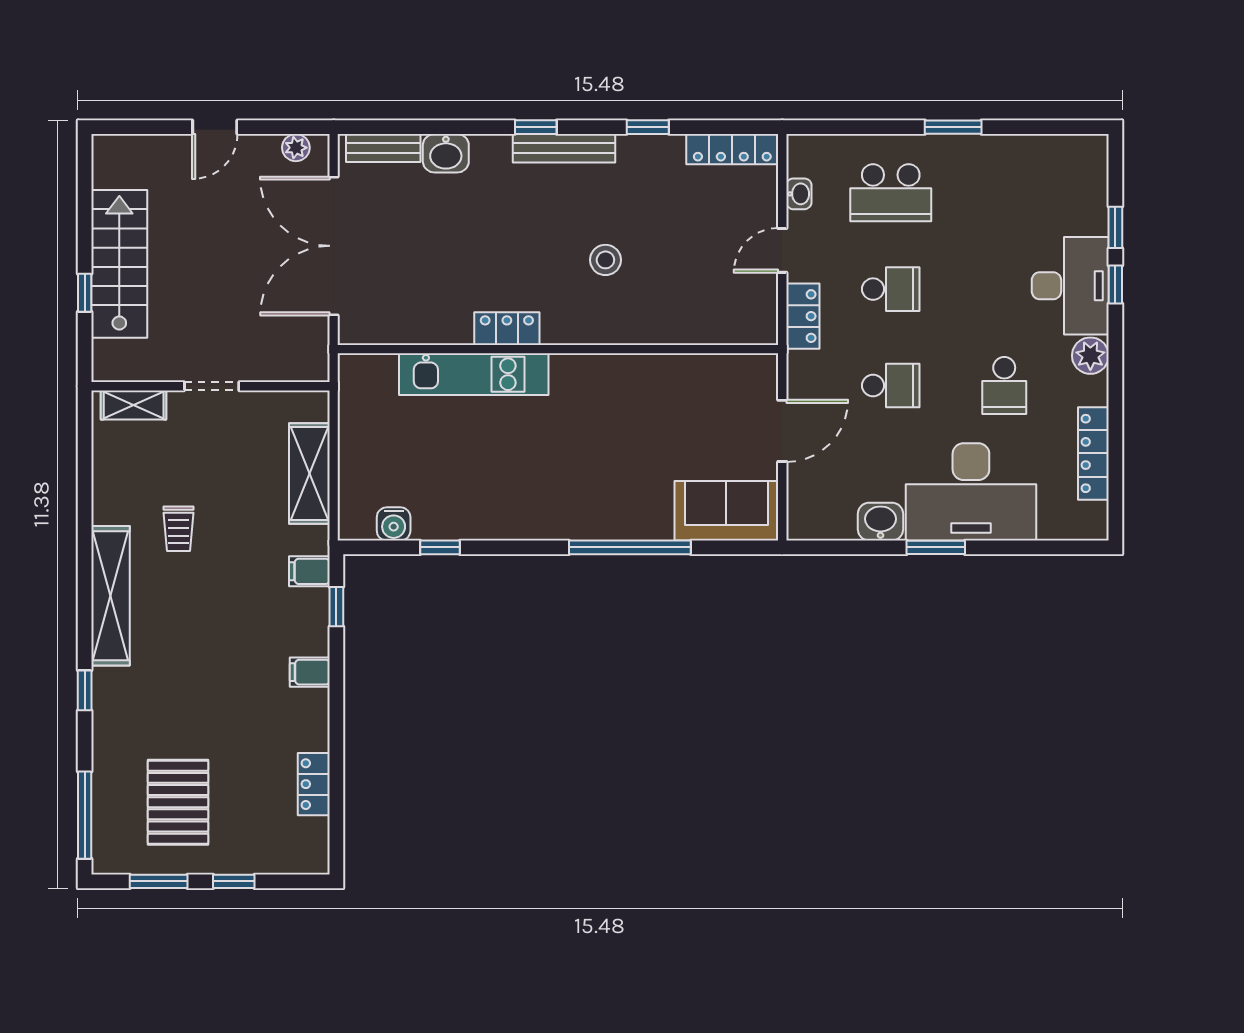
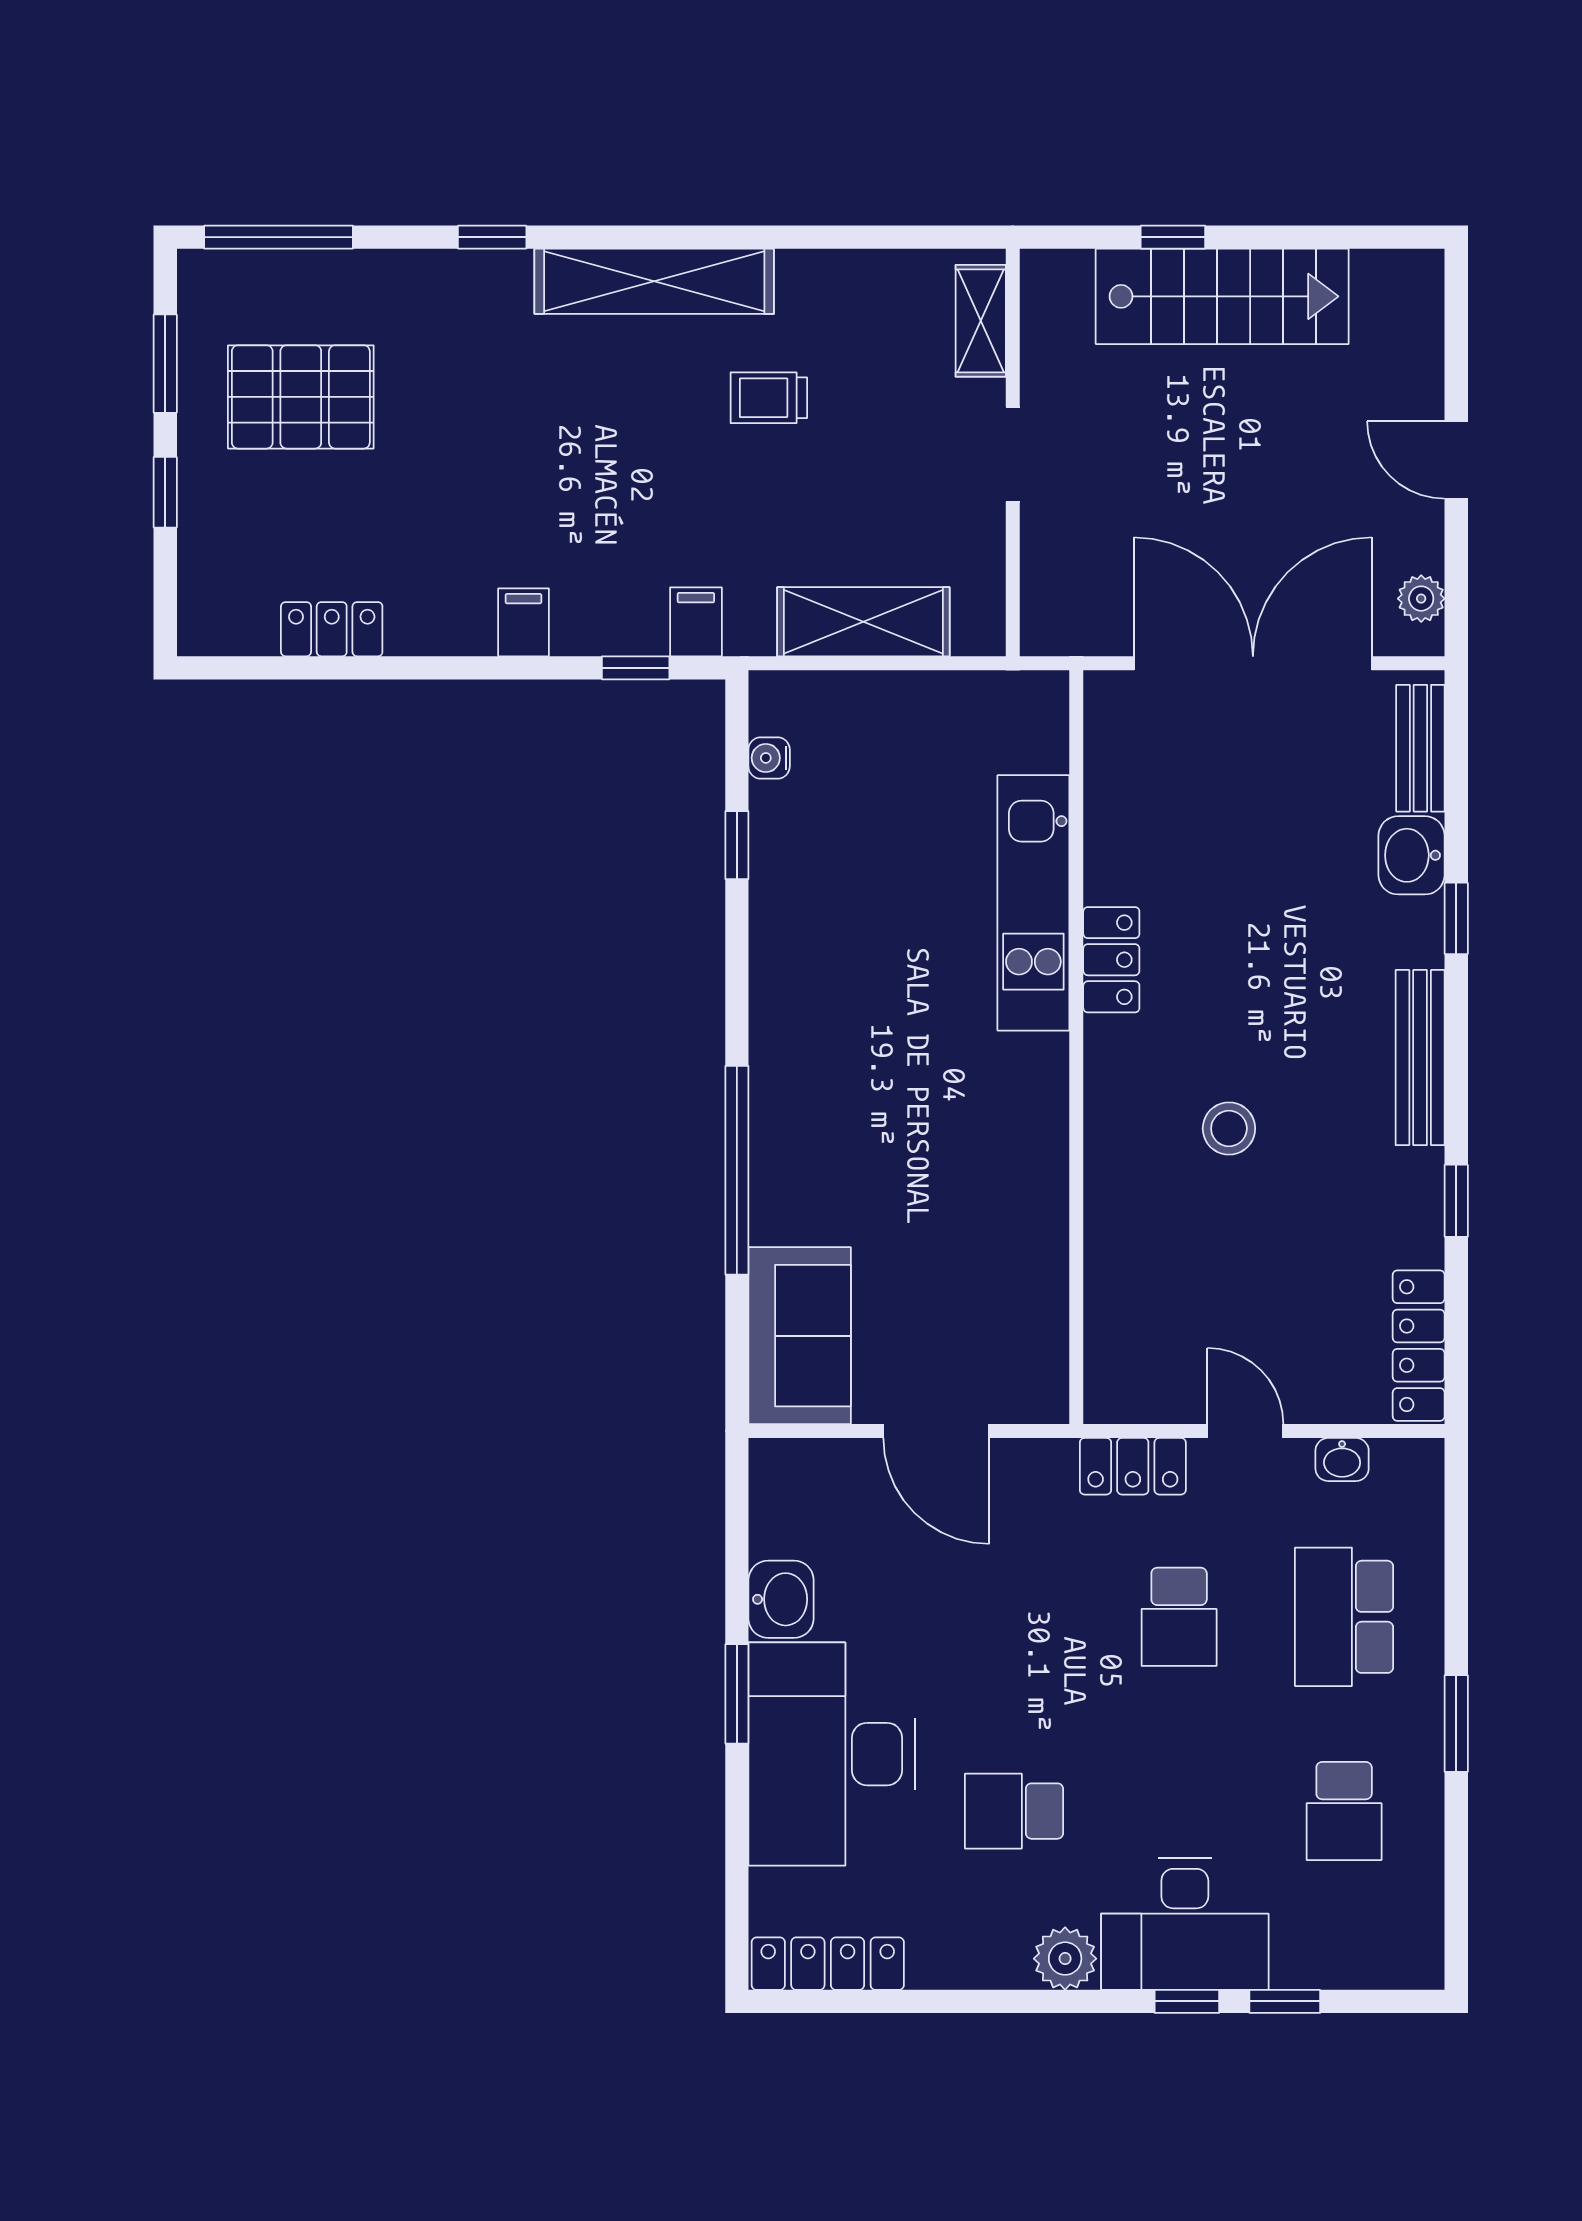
window: (536, 127) -> (1456, 918), moved
school desk: (891, 386) -> (1344, 1811), moved
locker: (1093, 453) -> (828, 1964), moved
water cooler: (394, 524) -> (769, 758), width x0.72, depth x0.72

